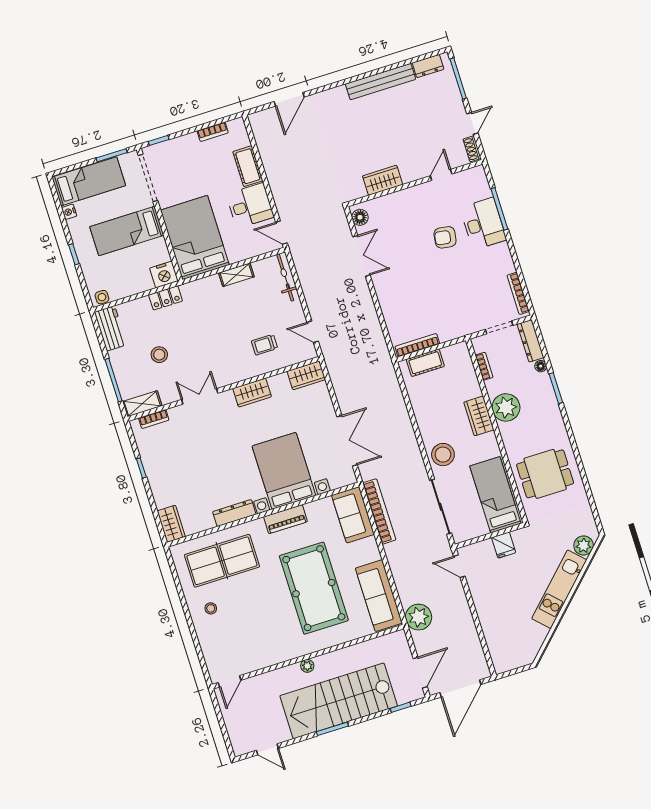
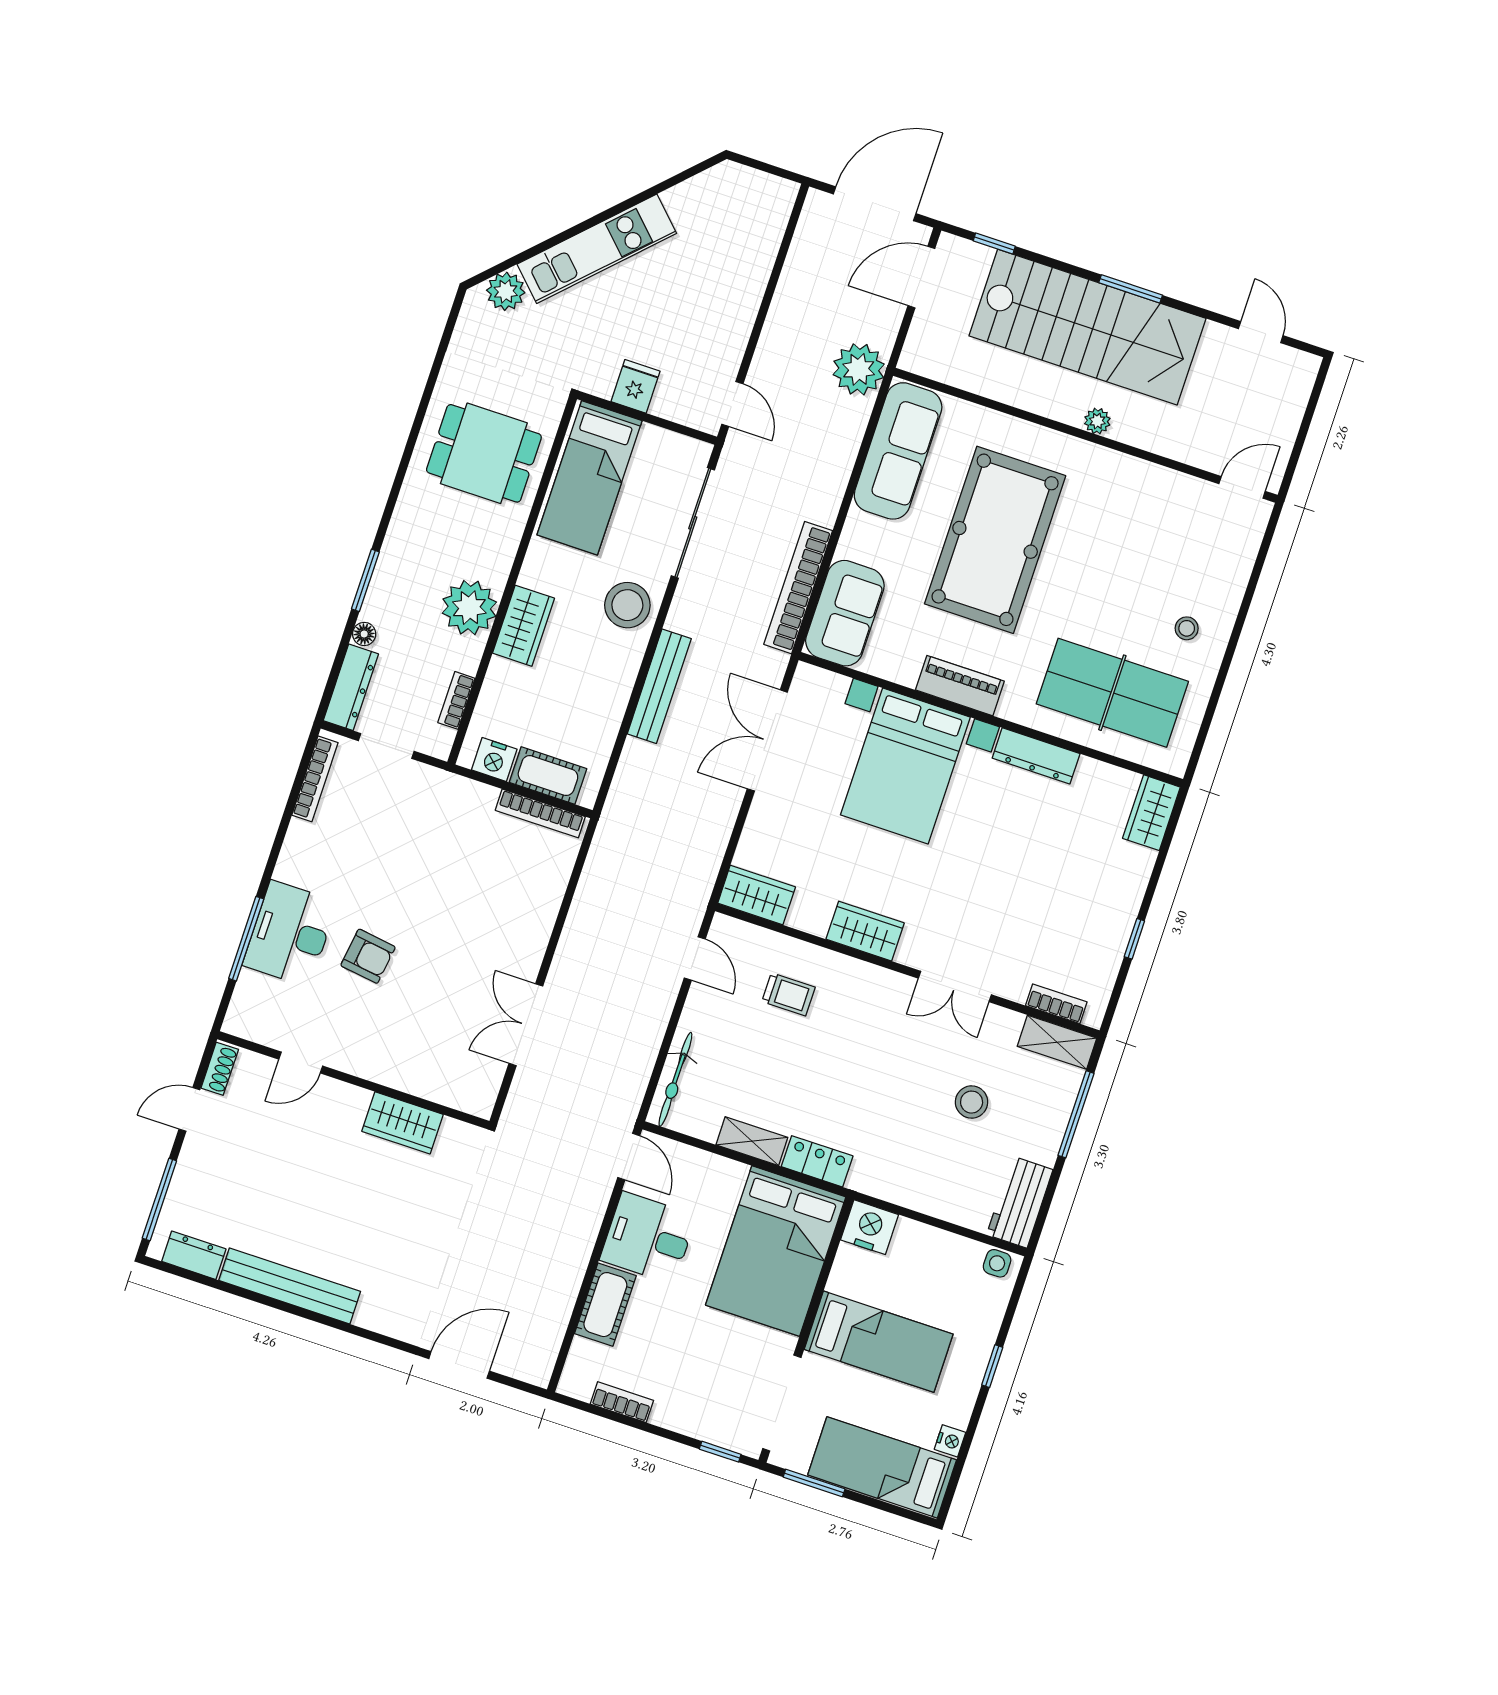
floor lamp: (360, 217) -> (483, 1089), removed
locker: (166, 298) -> (817, 1161), moved
nightstand: (452, 353) -> (494, 760), added
bench: (406, 431) -> (659, 686), added

